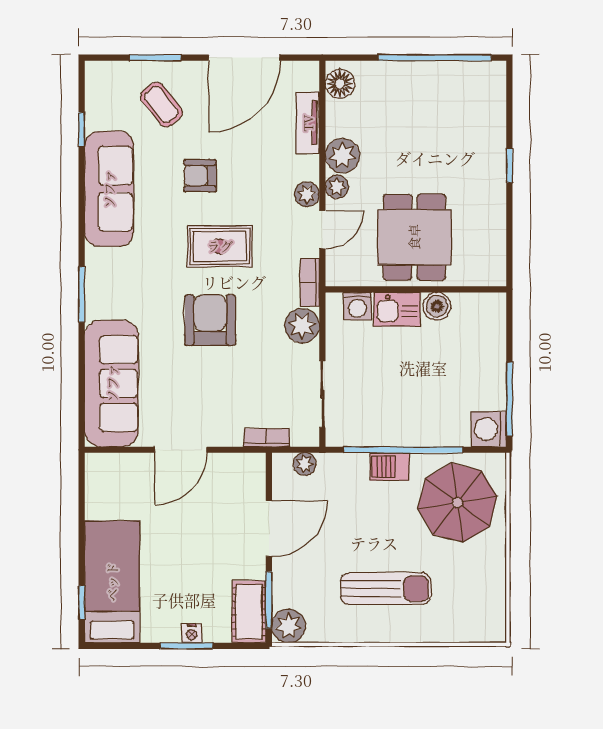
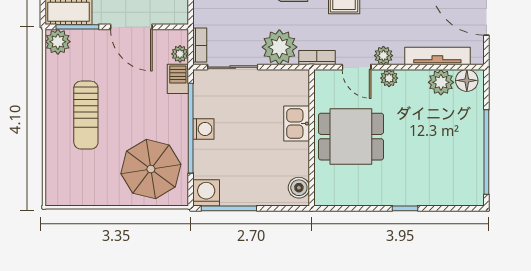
tv unit: (308, 123) -> (437, 56), width x1.41
plant: (342, 156) -> (441, 82), moved
washing machine: (357, 306) -> (203, 129), moved, turned 180
boiler: (437, 306) -> (299, 188), moved
plant: (302, 326) -> (279, 47), width x1.36, depth x1.36
bookcase: (267, 438) -> (200, 45), moved
barbecue: (390, 467) -> (178, 79), moved

